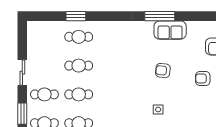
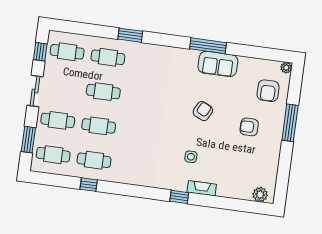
window: (76, 16) -> (130, 35), moved
cafe table: (44, 37) -> (67, 52), added
window: (22, 40) -> (40, 52), added
armchair: (163, 71) -> (203, 111), turned 110

